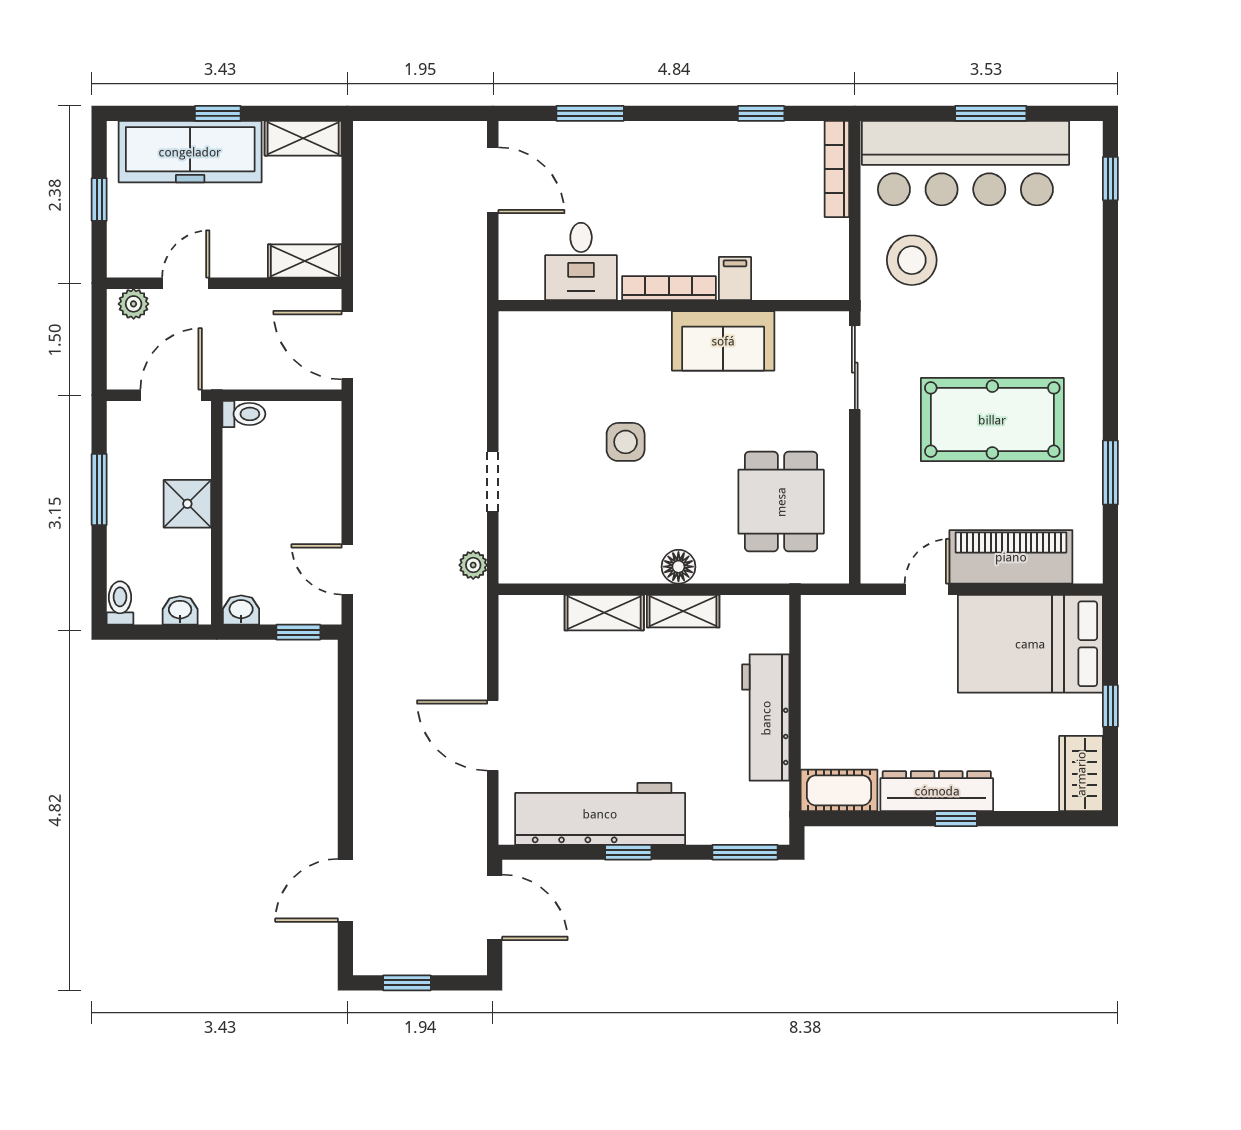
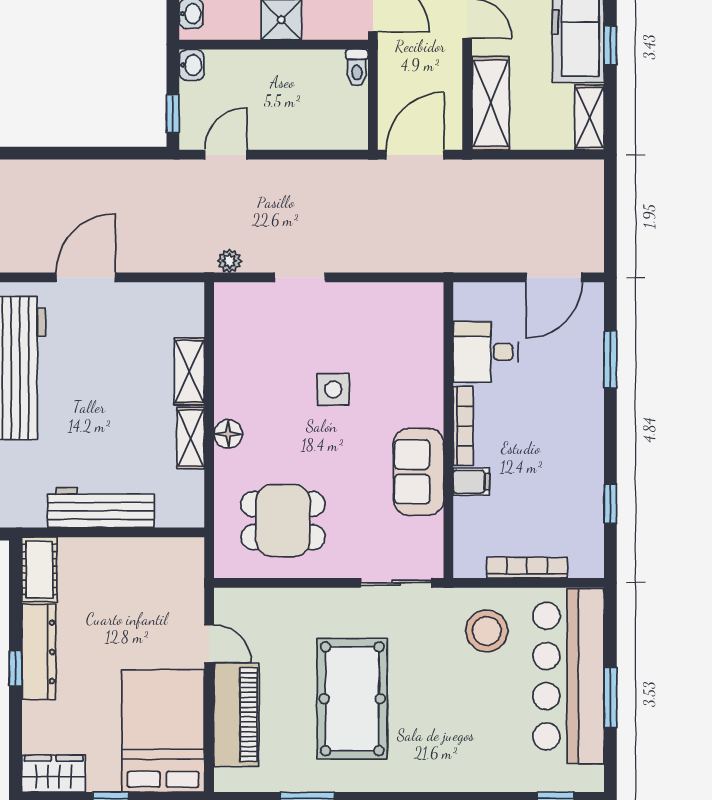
bookcase: (837, 169) -> (527, 568), moved
shelving: (305, 261) -> (491, 103), width x1.50, depth x1.33

